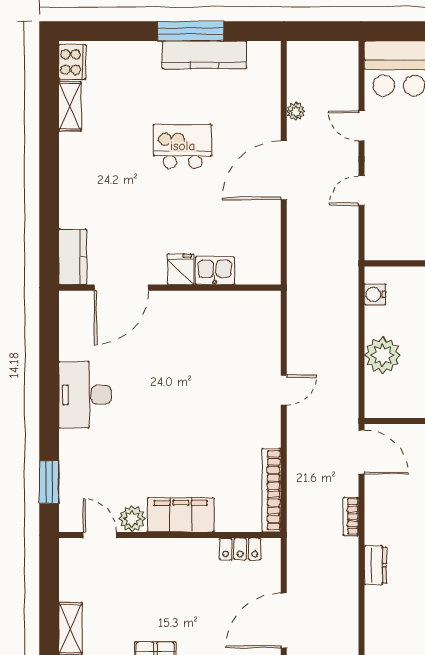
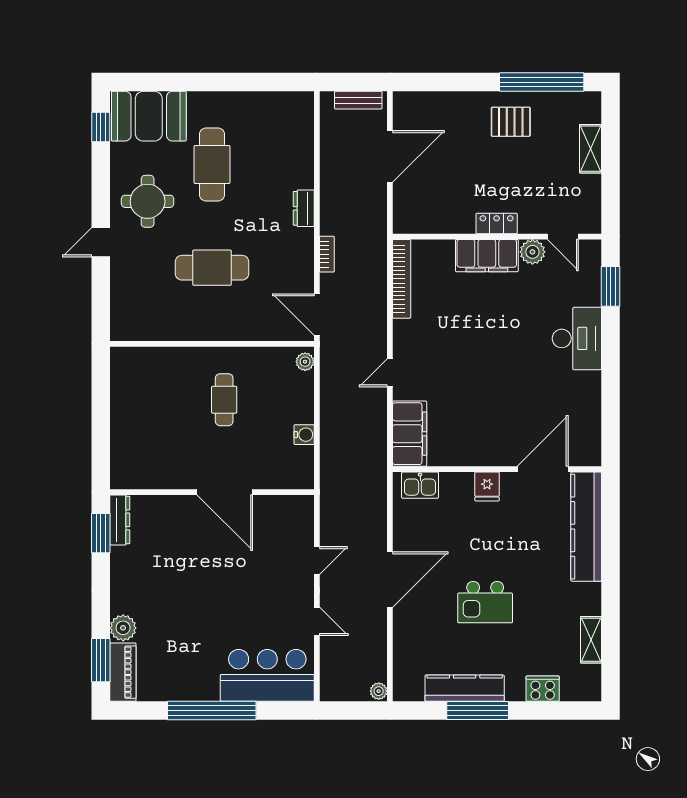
cooker: (72, 62) -> (543, 689), moved, turned 90
plant: (296, 111) -> (379, 691), moved
kitchen counter: (73, 257) -> (586, 527), width x2.08, depth x1.17
kitchen sink: (215, 271) -> (420, 485), moved
water cooler: (375, 294) -> (304, 435), moved
filing cabinet: (263, 325) -> (410, 434), added
plant: (383, 355) -> (305, 362), moved, width x0.53, depth x0.53
desk: (85, 395) -> (577, 338), moved
locker: (240, 549) -> (497, 224), moved

